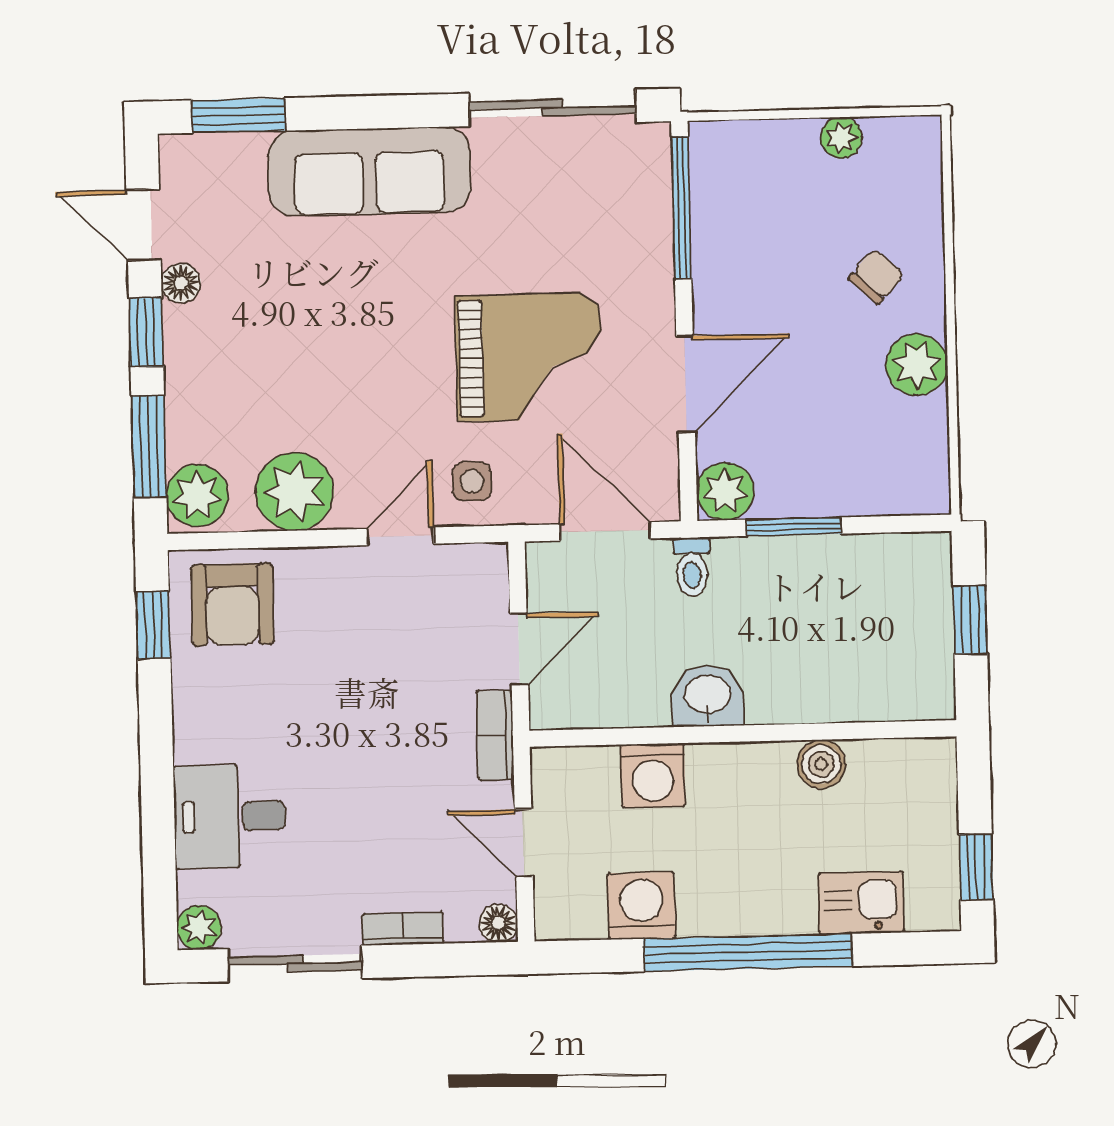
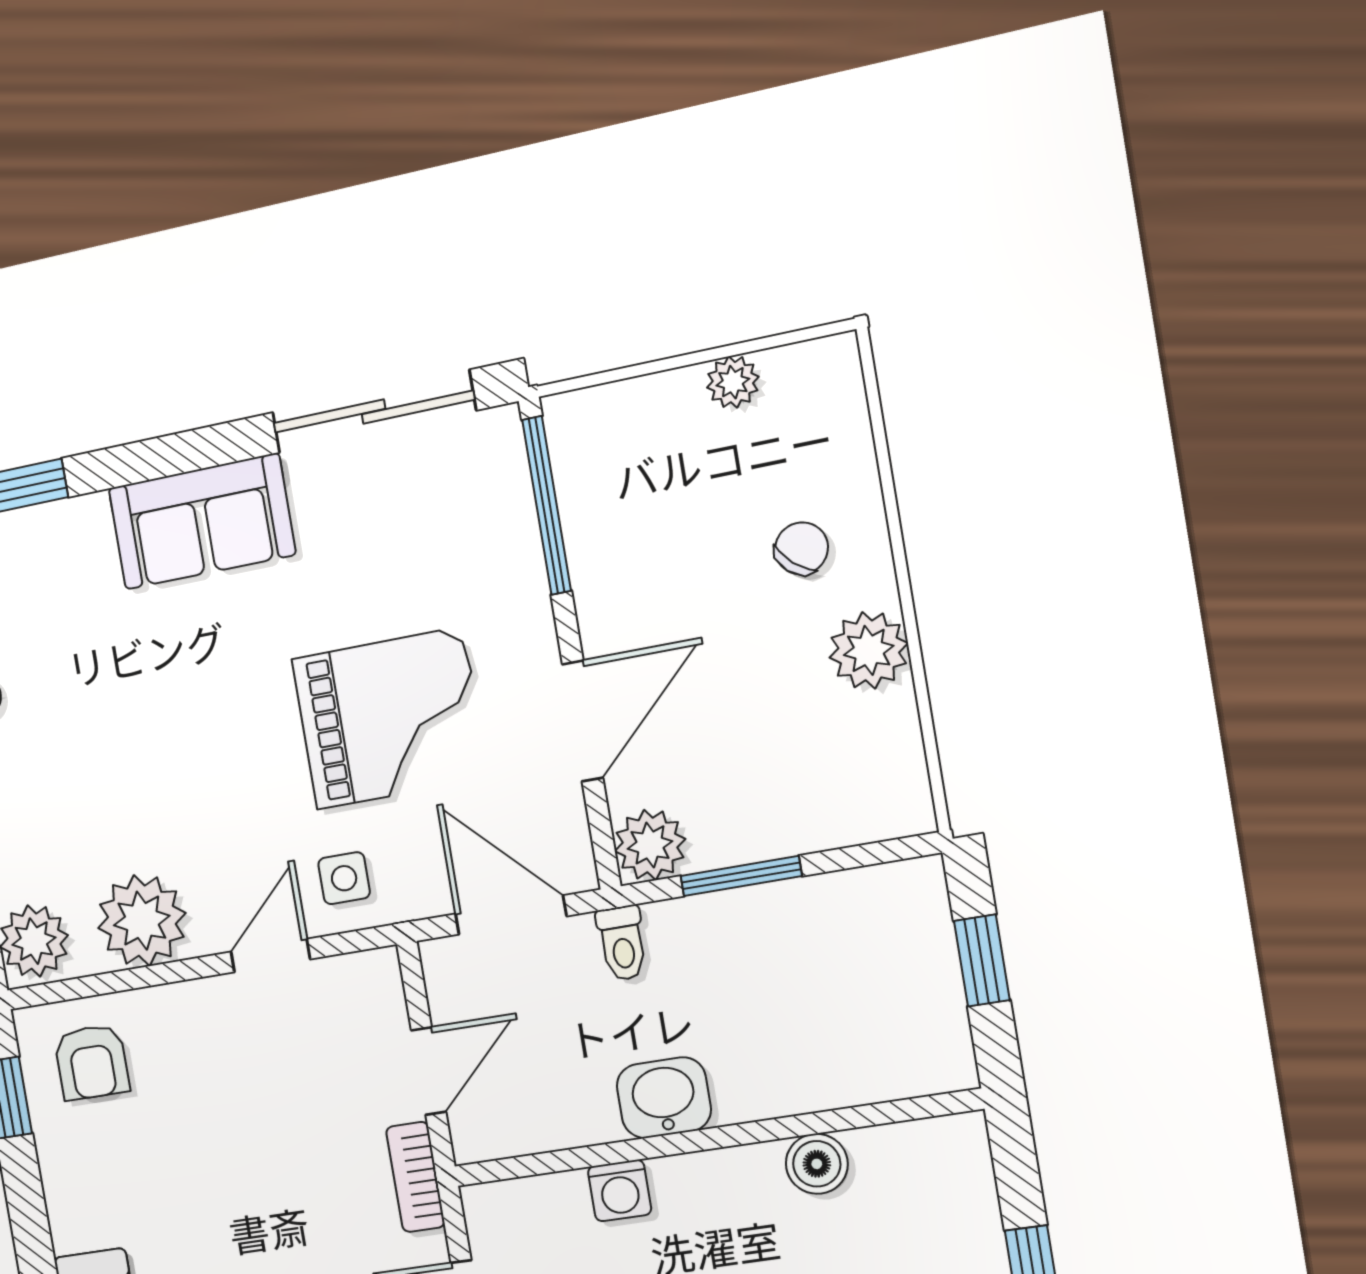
sofa: (369, 171) -> (202, 521), width x0.73
armchair: (232, 604) -> (92, 1062), width x0.72, depth x0.72
washing machine: (653, 776) -> (620, 1191), width x0.73, depth x0.73

